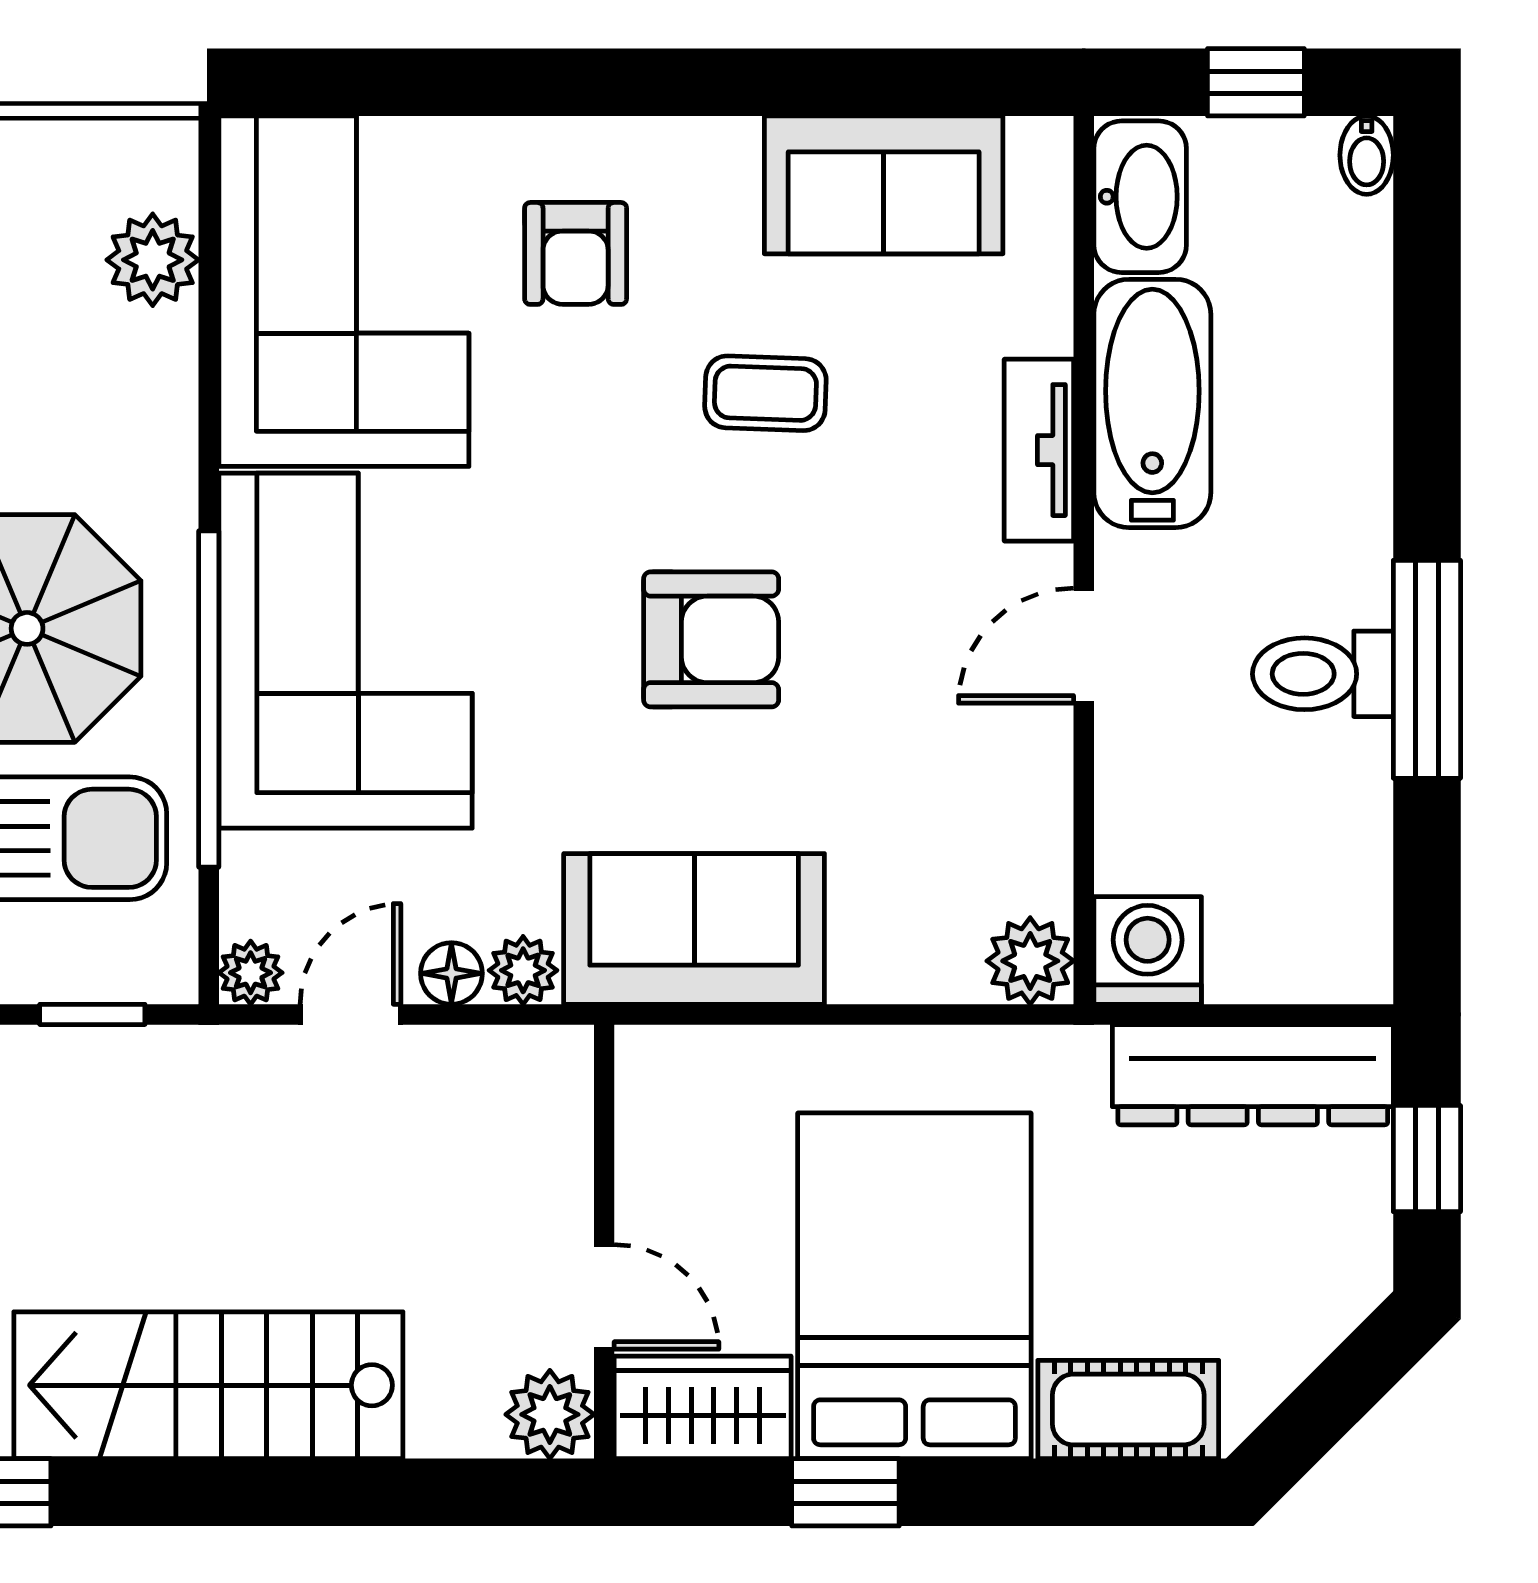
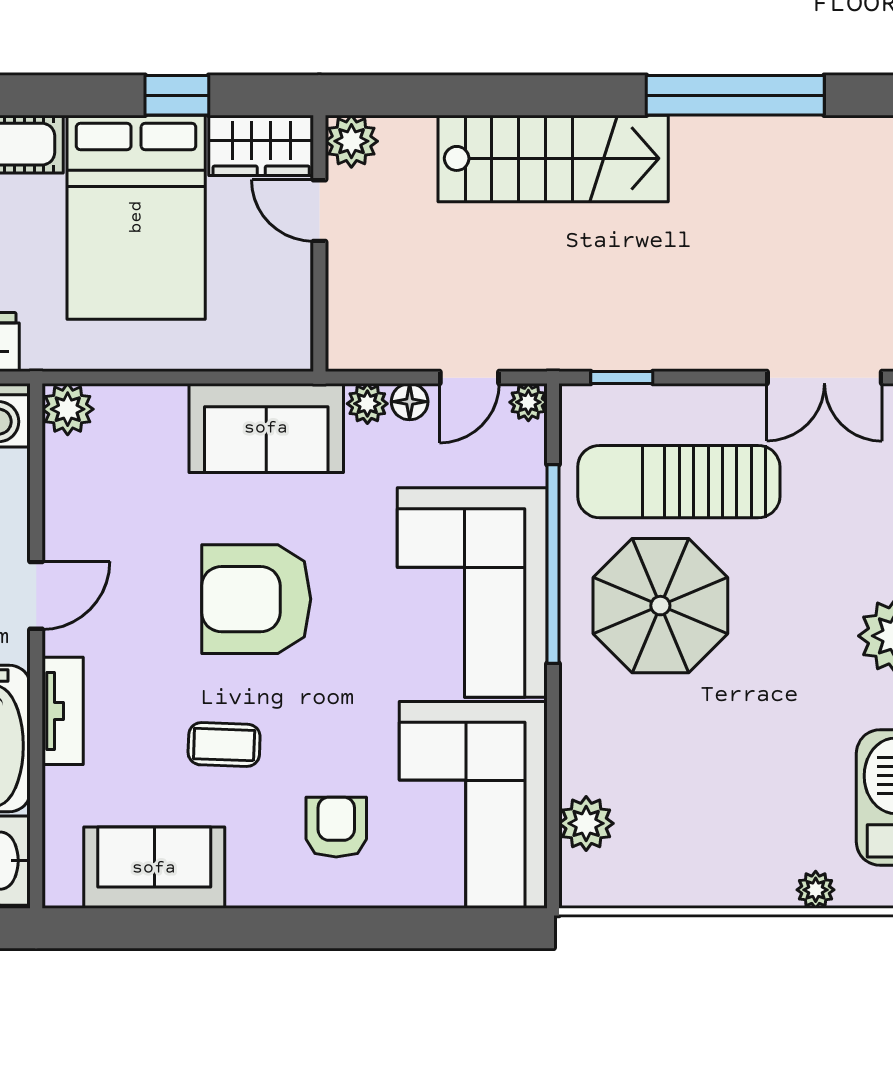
armchair: (711, 639) -> (256, 599), width x1.36, depth x1.36

